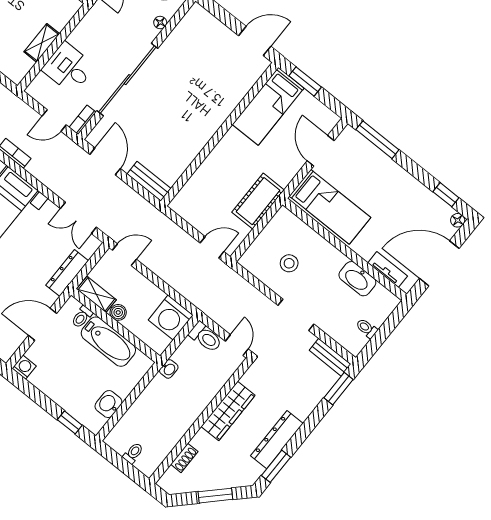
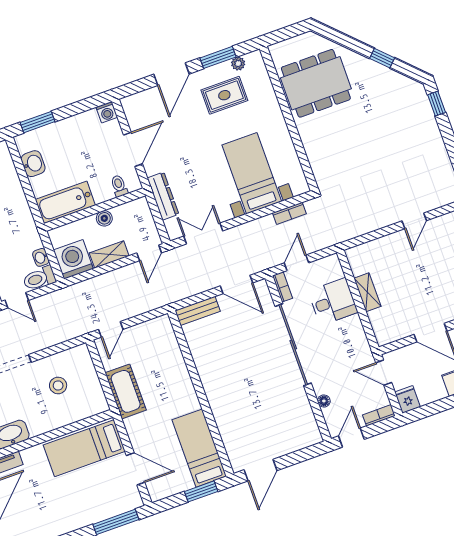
shelving: (96, 294) -> (109, 255), moved
bathtub: (108, 342) -> (65, 202), moved
washbasin: (169, 369) -> (41, 257), moved
window: (70, 422) -> (37, 122), width x1.50

